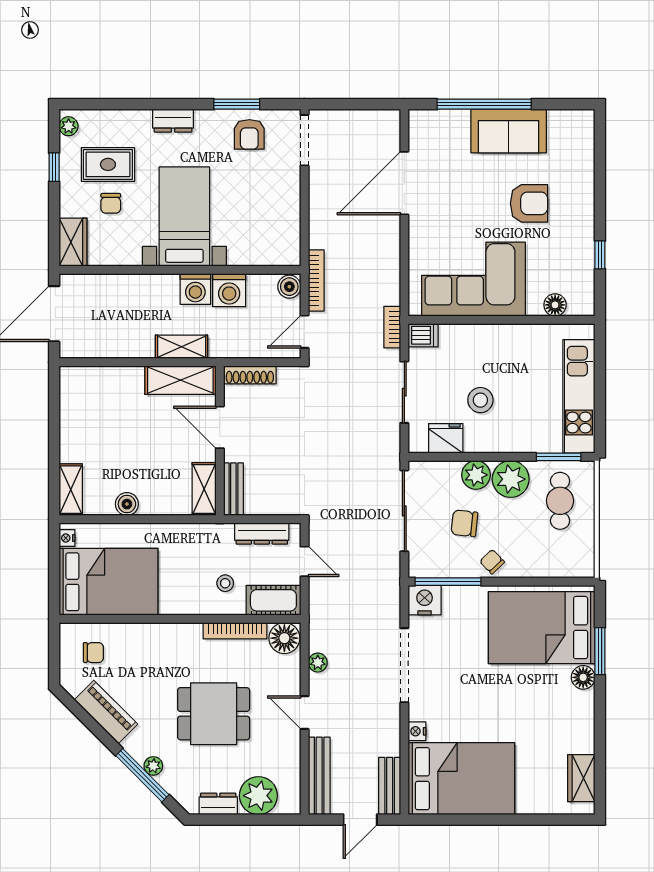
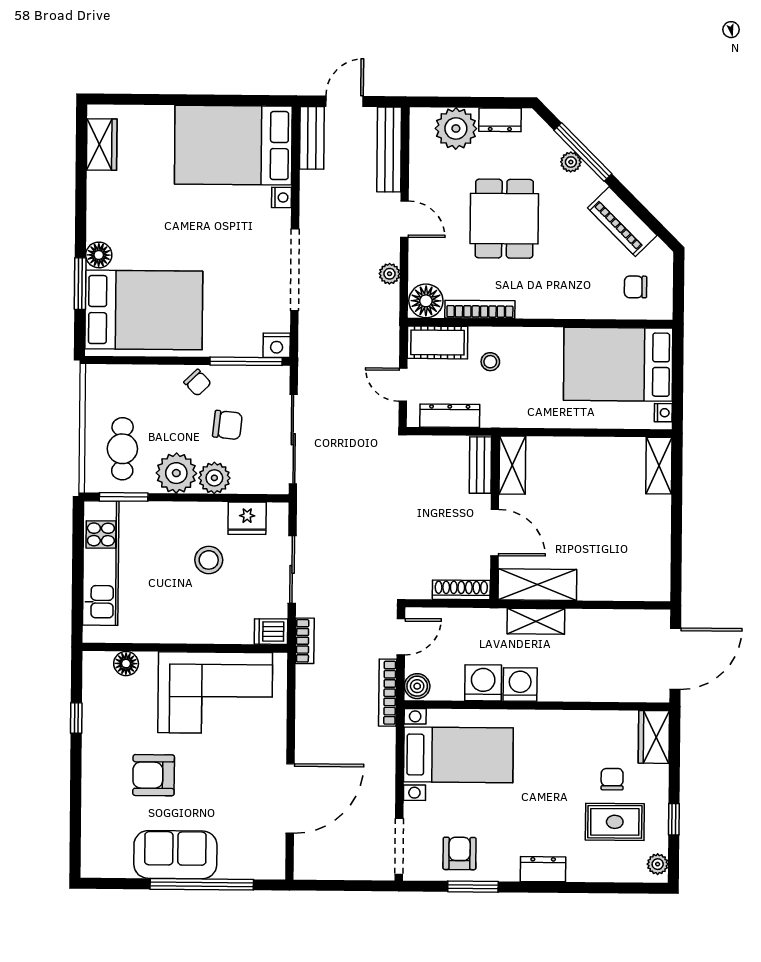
bed with nightstands: (184, 217) -> (458, 755), moved, turned -90
boiler: (127, 504) -> (597, 449), removed
nightstand: (425, 600) -> (277, 345), width x0.74, depth x0.75
dining table: (214, 714) -> (504, 219), turned 90

